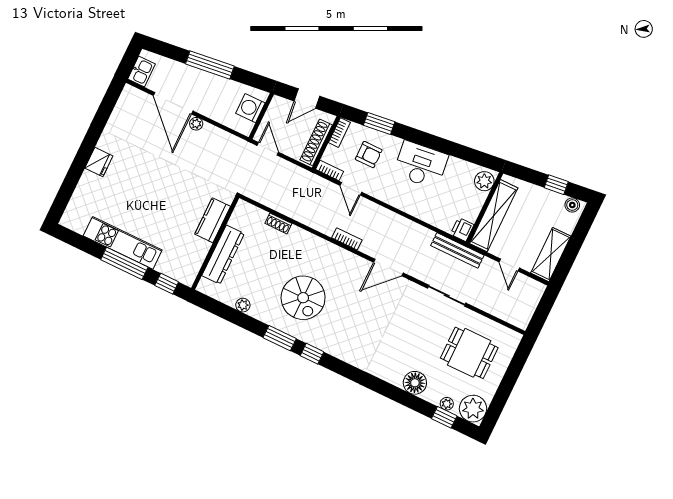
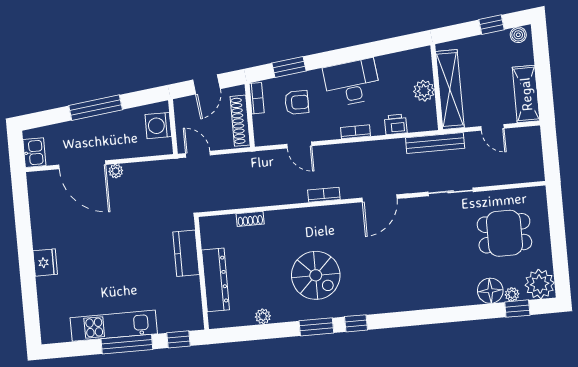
bookcase: (330, 170) -> (356, 132), moved
plant: (484, 181) -> (424, 91), moved
printer: (462, 229) -> (396, 124), moved, turned 90
floor lamp: (415, 383) -> (490, 291), moved

